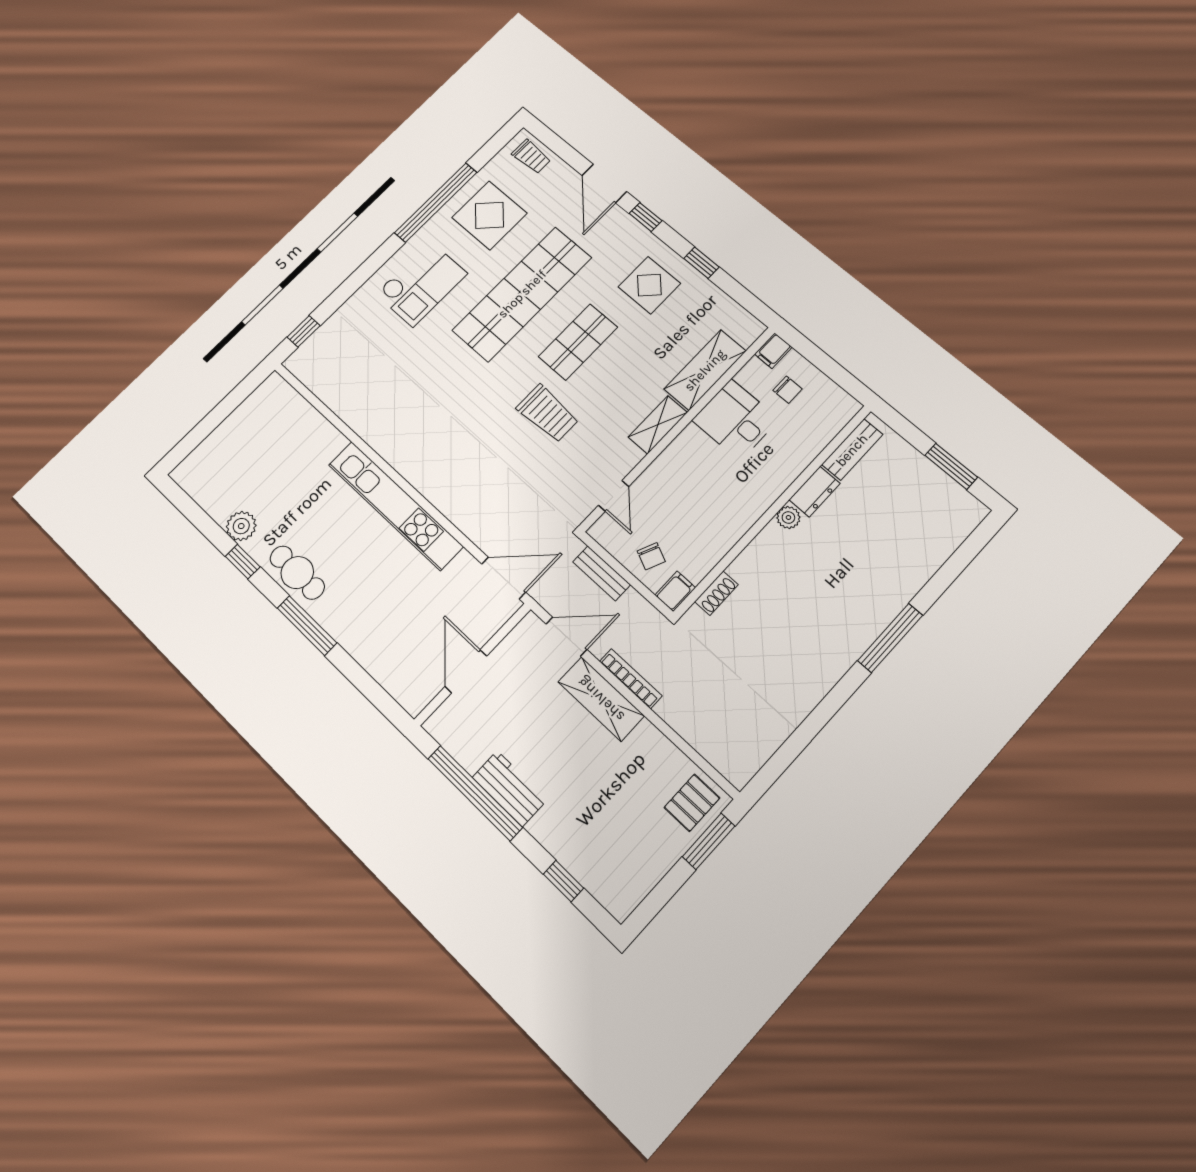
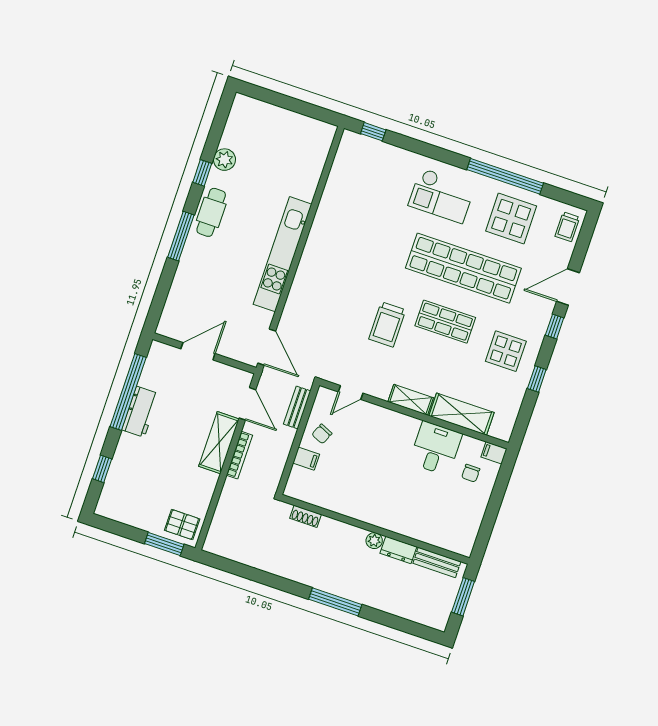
bench: (852, 450) -> (437, 562), moved
dresser: (815, 492) -> (398, 550), moved
wall: (774, 510) -> (375, 529), moved
plant: (788, 517) -> (374, 541), moved
shoe rack: (716, 593) -> (306, 516), moved

